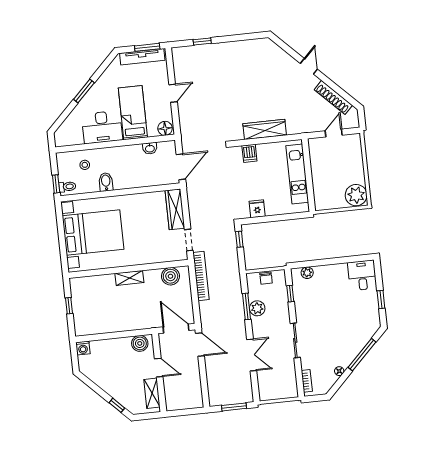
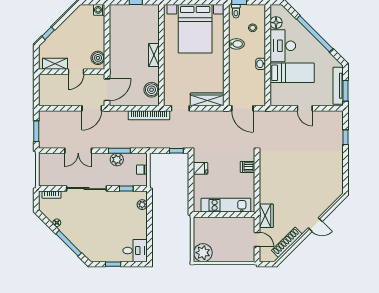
window: (84, 91) -> (315, 34), width x2.11
floor lamp: (165, 128) -> (276, 23), moved
wardrobe: (265, 129) -> (266, 216), moved, width x0.67
washbasin: (150, 148) -> (261, 64), moved
sliding door: (295, 340) -> (87, 189), width x1.37

